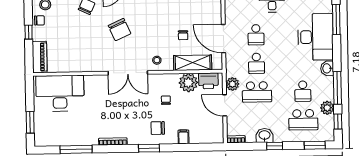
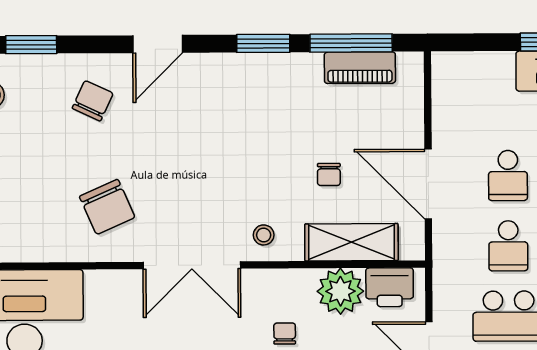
chair: (120, 30) -> (107, 207), moved
plant: (232, 84) -> (449, 296), removed

